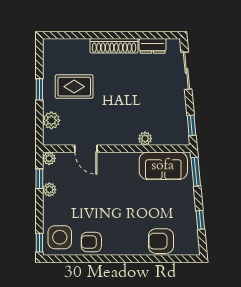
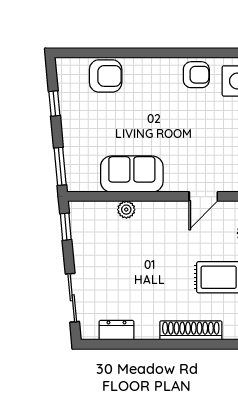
shoe rack: (114, 46) -> (191, 330), moved
door: (86, 149) -> (203, 196), swing flipped
sofa: (163, 166) -> (132, 174), moved

